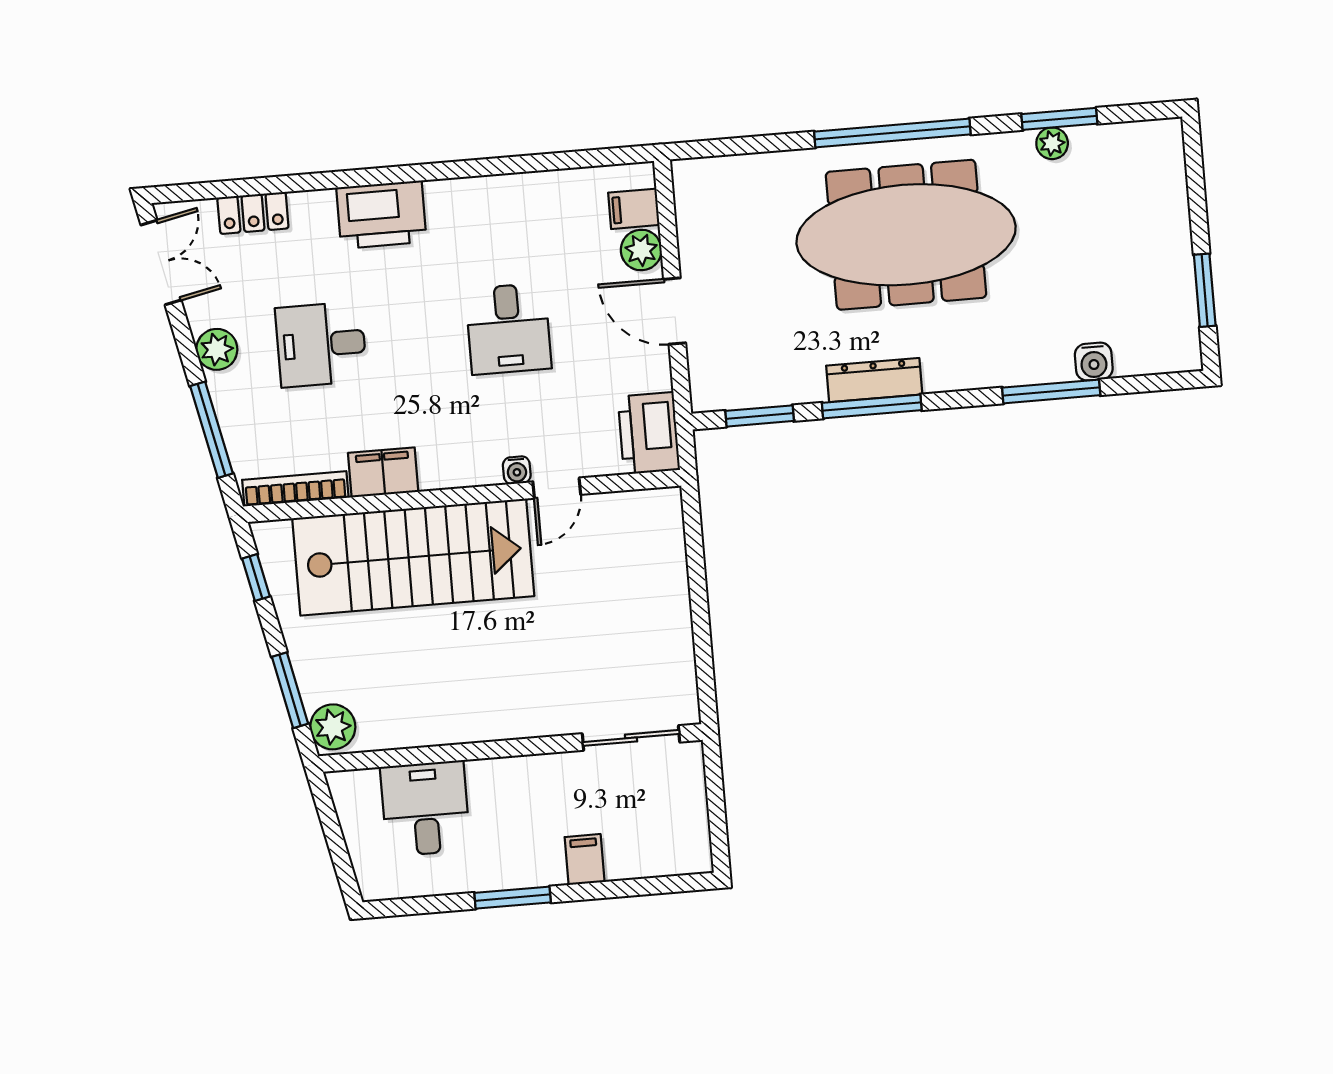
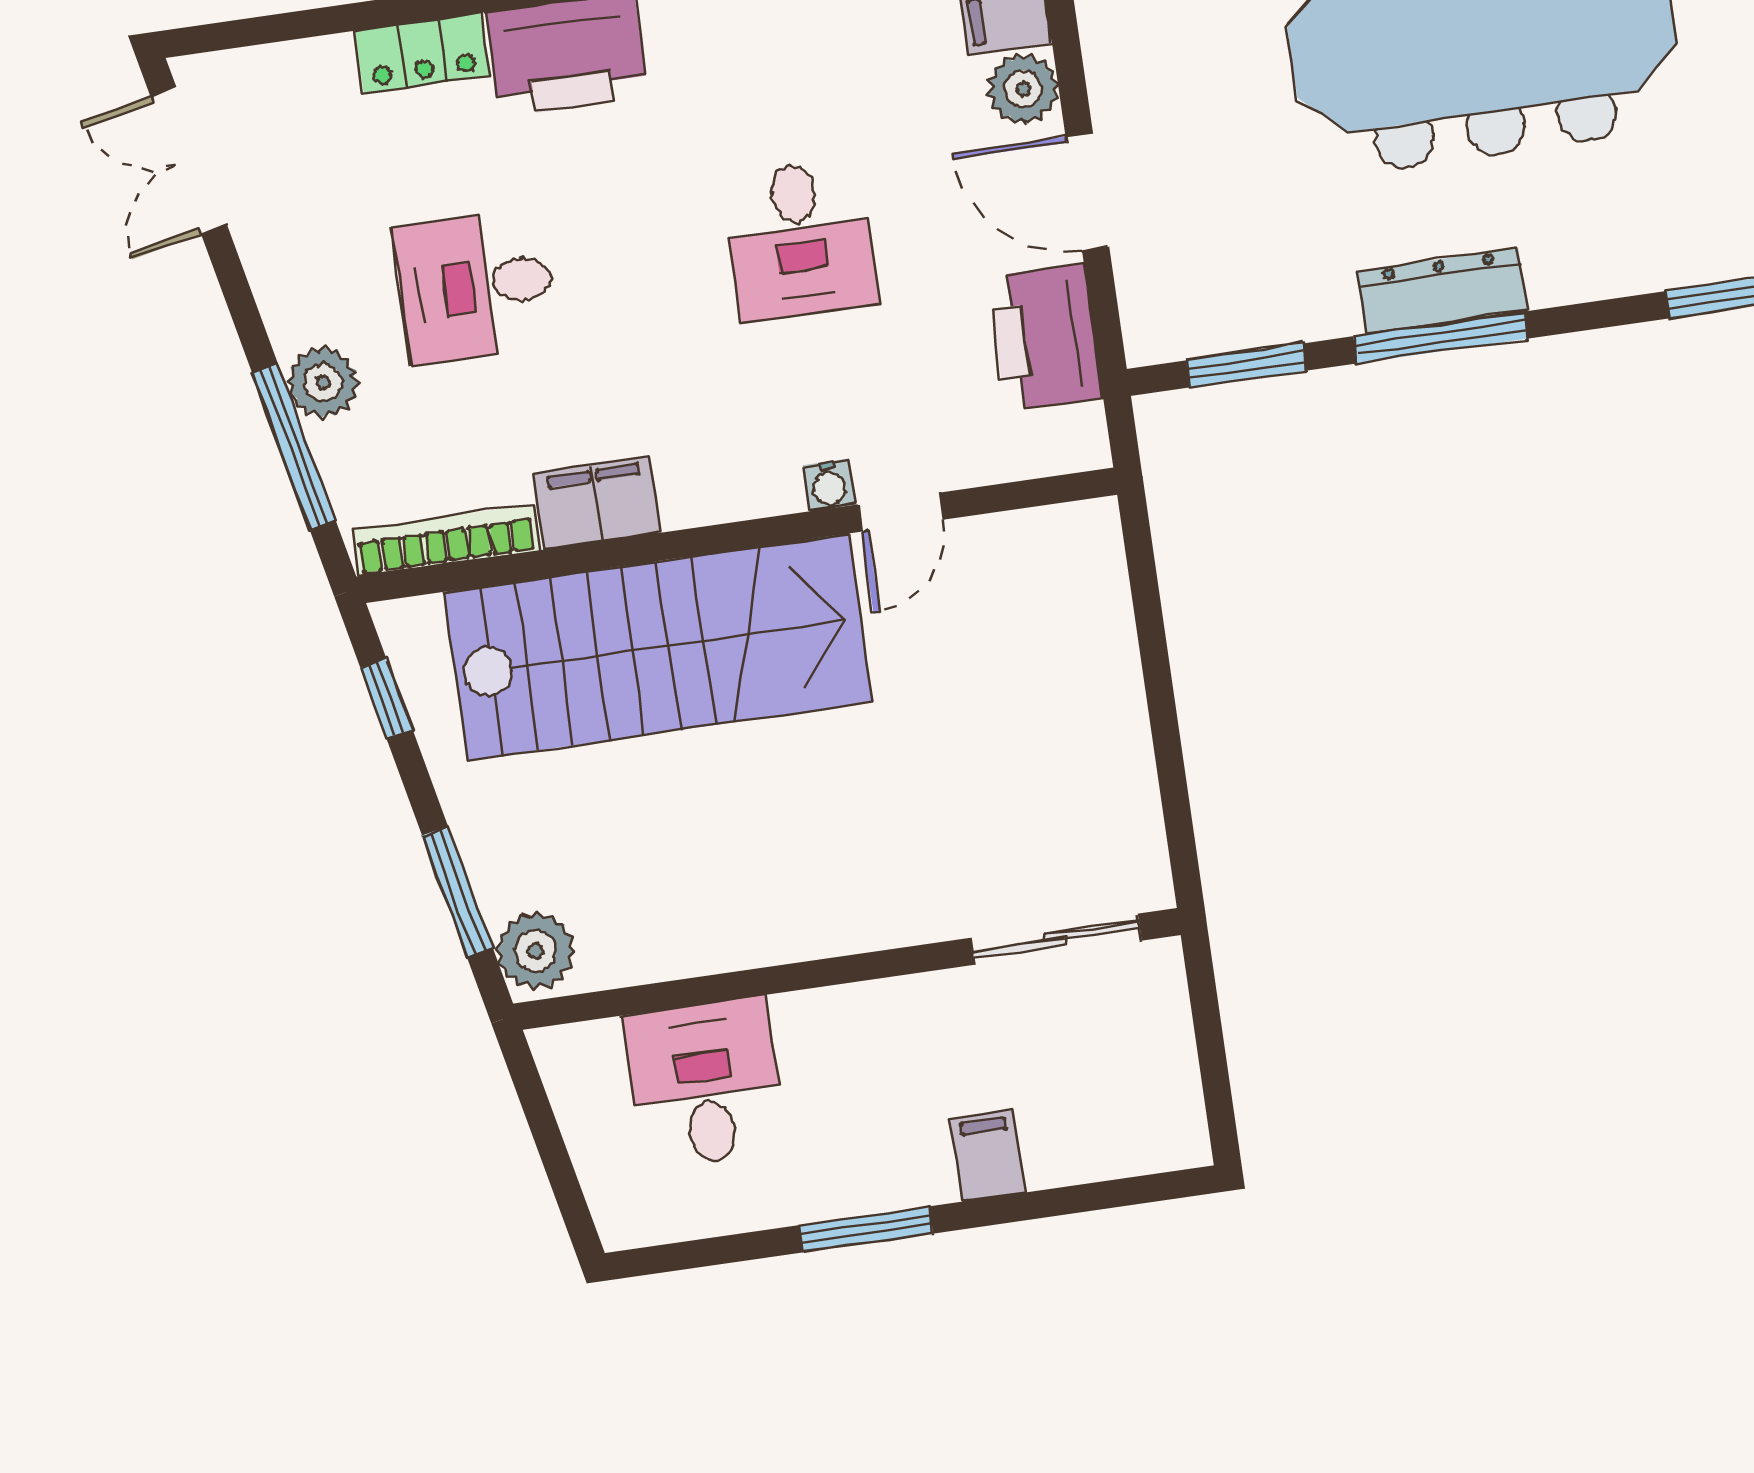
locker: (253, 213) -> (422, 53), moved
double door: (161, 263) -> (189, 160), swing flipped
plant: (217, 349) -> (323, 382), moved
printer: (649, 433) -> (1045, 337), moved

